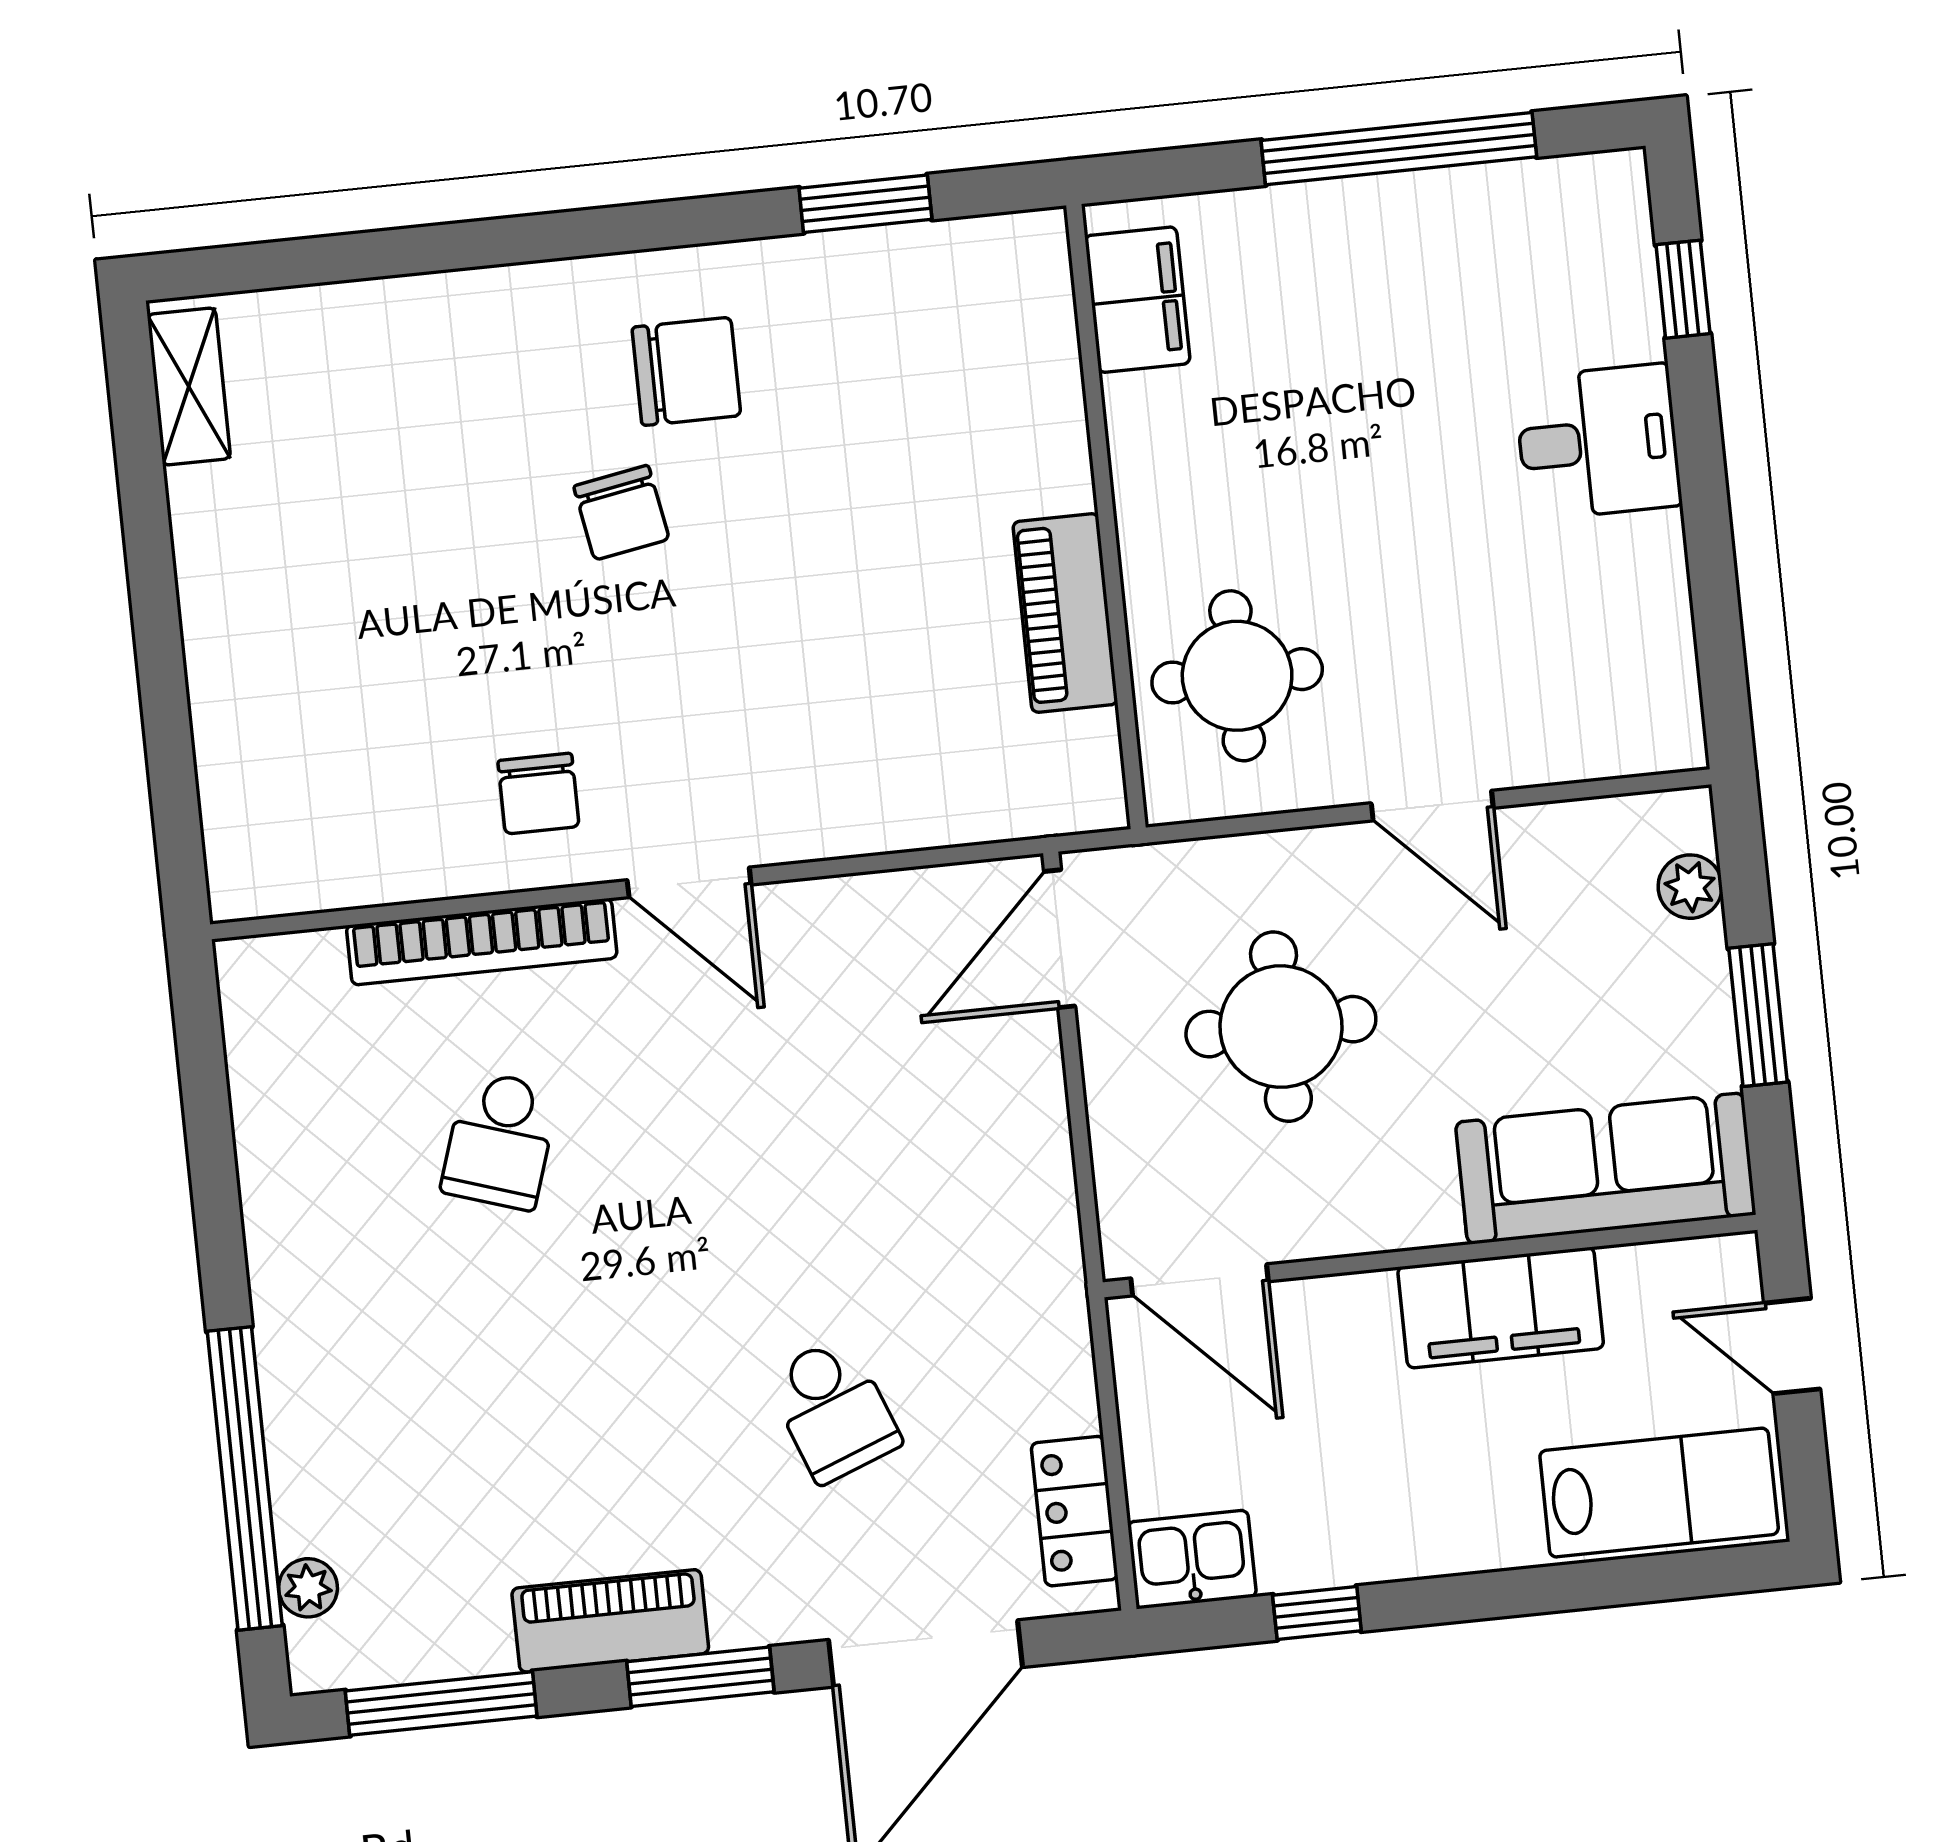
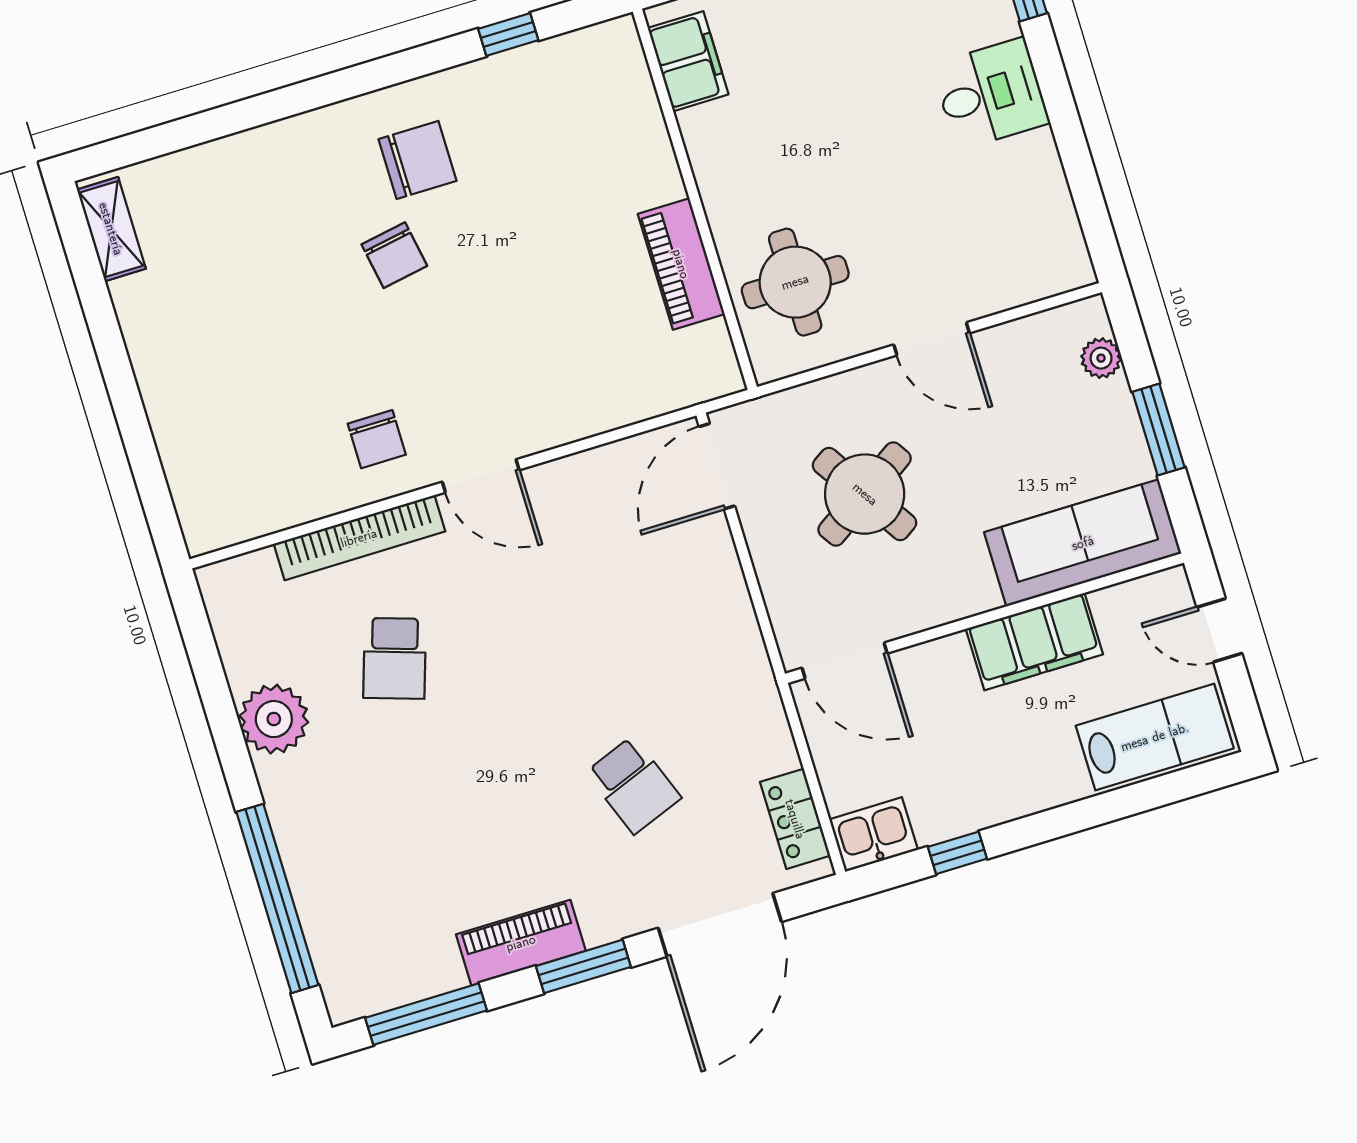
window: (865, 204) -> (508, 34), width x0.67
round table: (1281, 1027) -> (865, 494), turned -33
plant: (308, 1588) -> (274, 719), moved, width x1.87, depth x1.87

